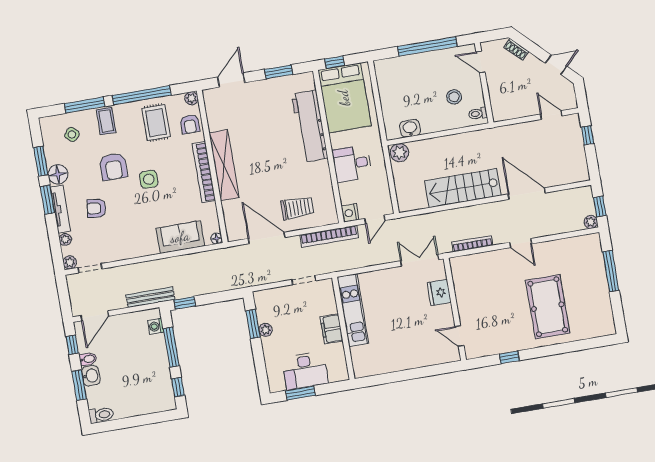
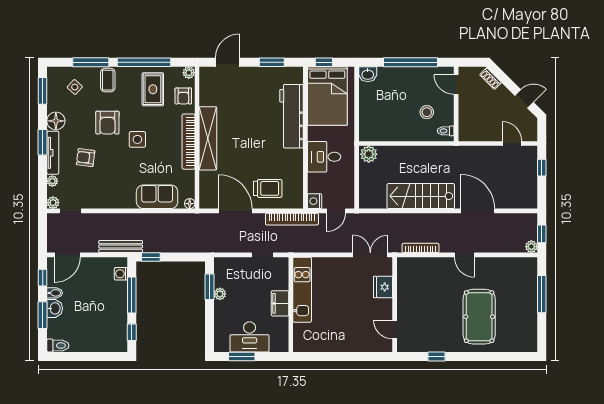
washbasin: (410, 128) -> (368, 74), moved, turned 180
window: (41, 161) -> (43, 91), moved

